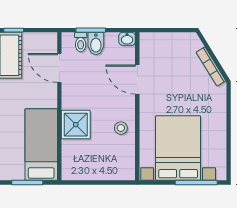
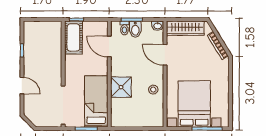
wardrobe: (166, 42) -> (185, 28), added

